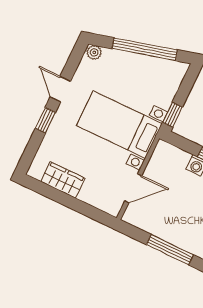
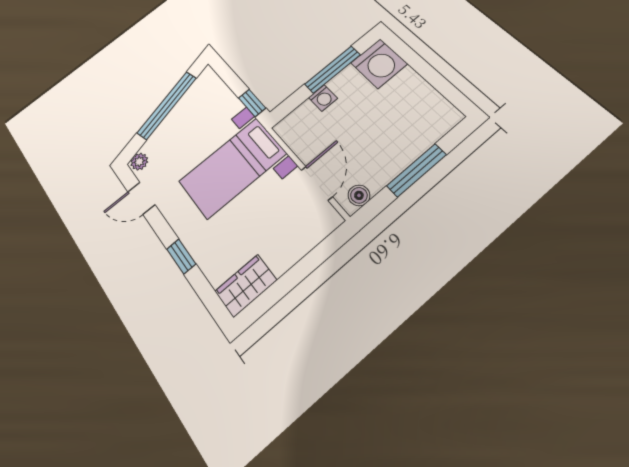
door: (60, 89) -> (141, 198), moved
wardrobe: (63, 180) -> (246, 286), moved
boiler: (137, 220) -> (359, 195), added

